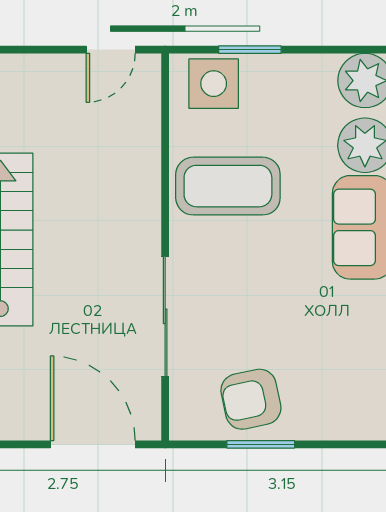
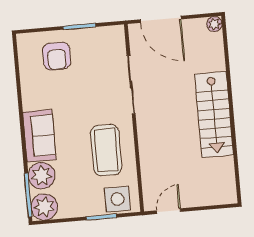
coffee table: (228, 186) -> (106, 150), turned 90
armchair: (251, 399) -> (57, 56), moved, turned 102

